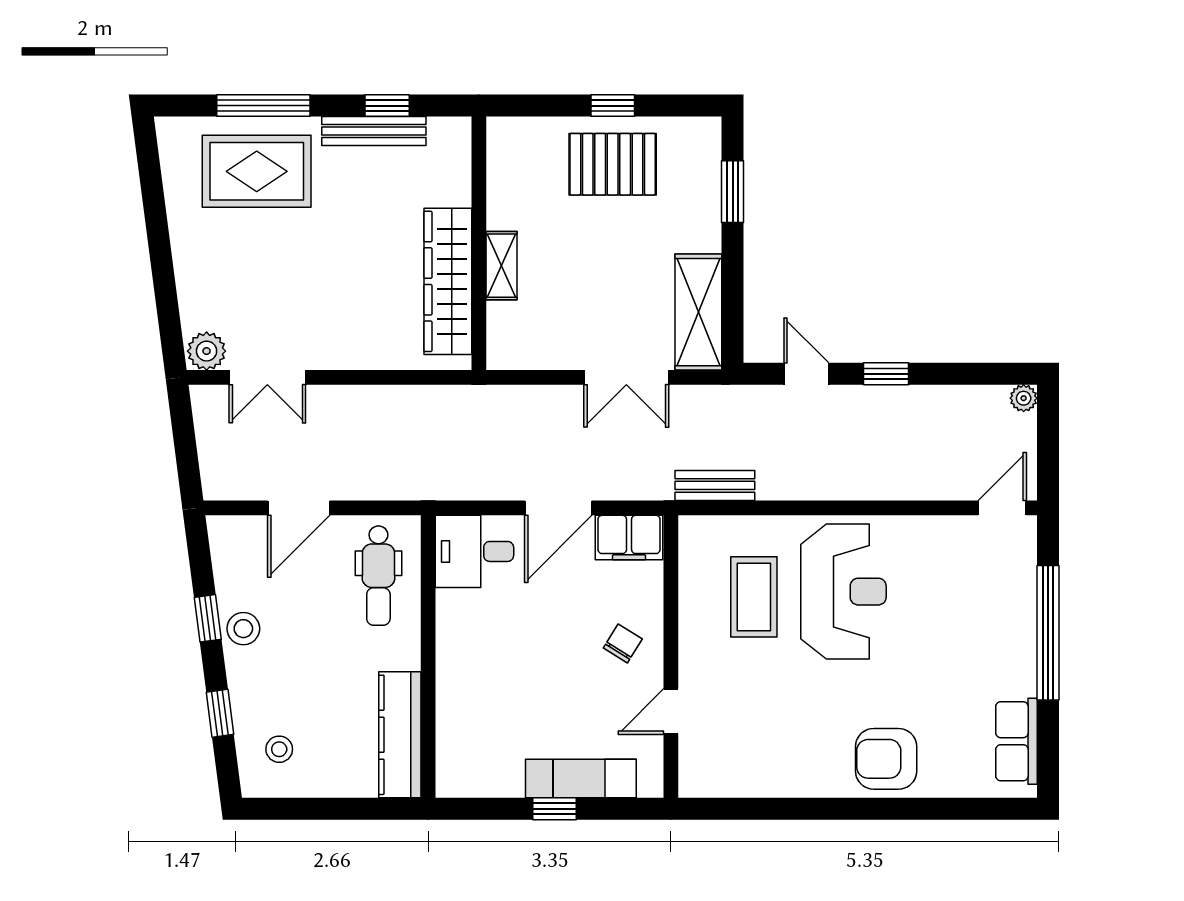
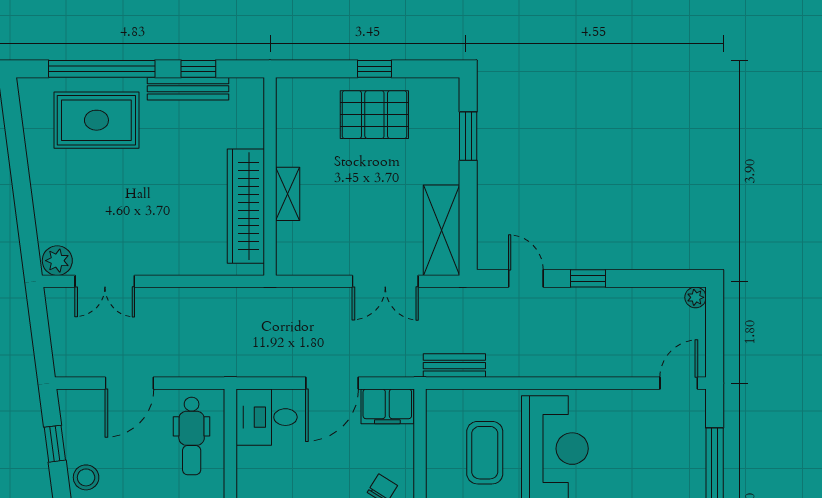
window: (263, 106) -> (102, 69), width x1.46
window: (208, 618) -> (55, 444), moved

